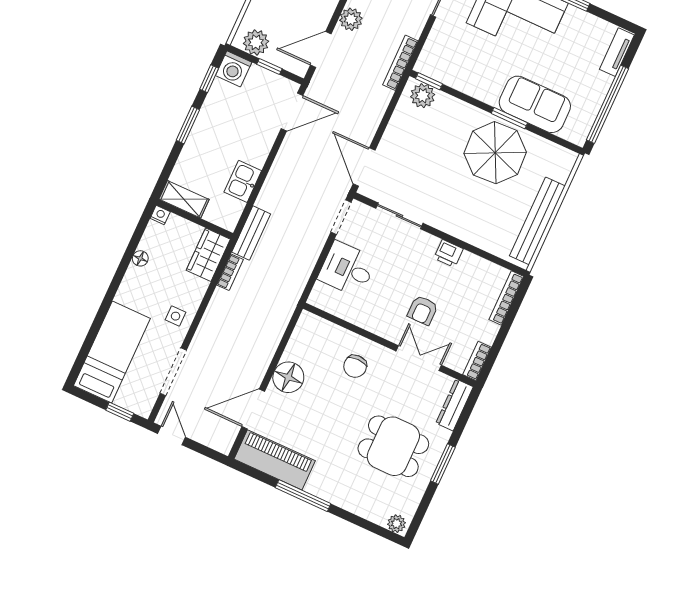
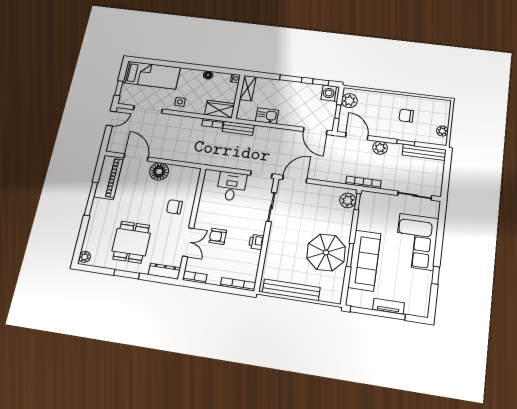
tv unit: (617, 52) -> (388, 306), moved
sofa: (535, 104) -> (364, 260), width x1.36

